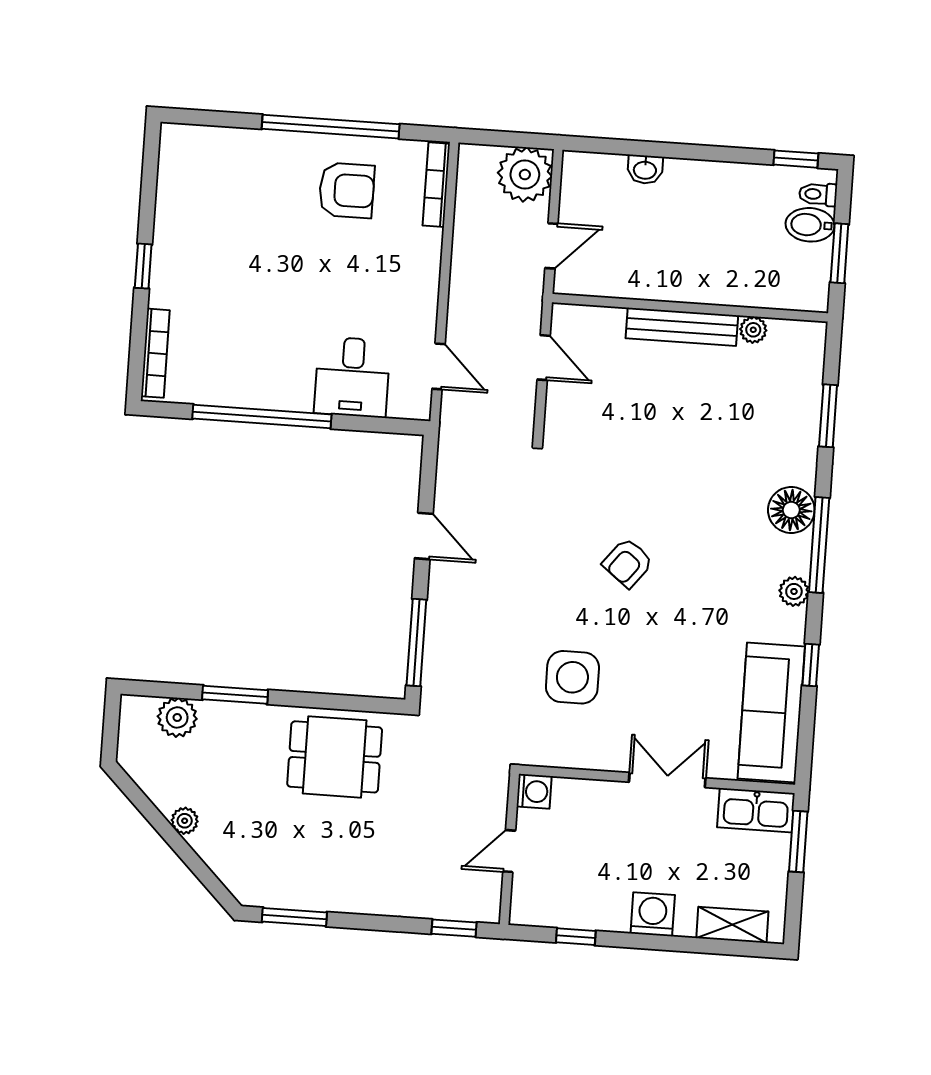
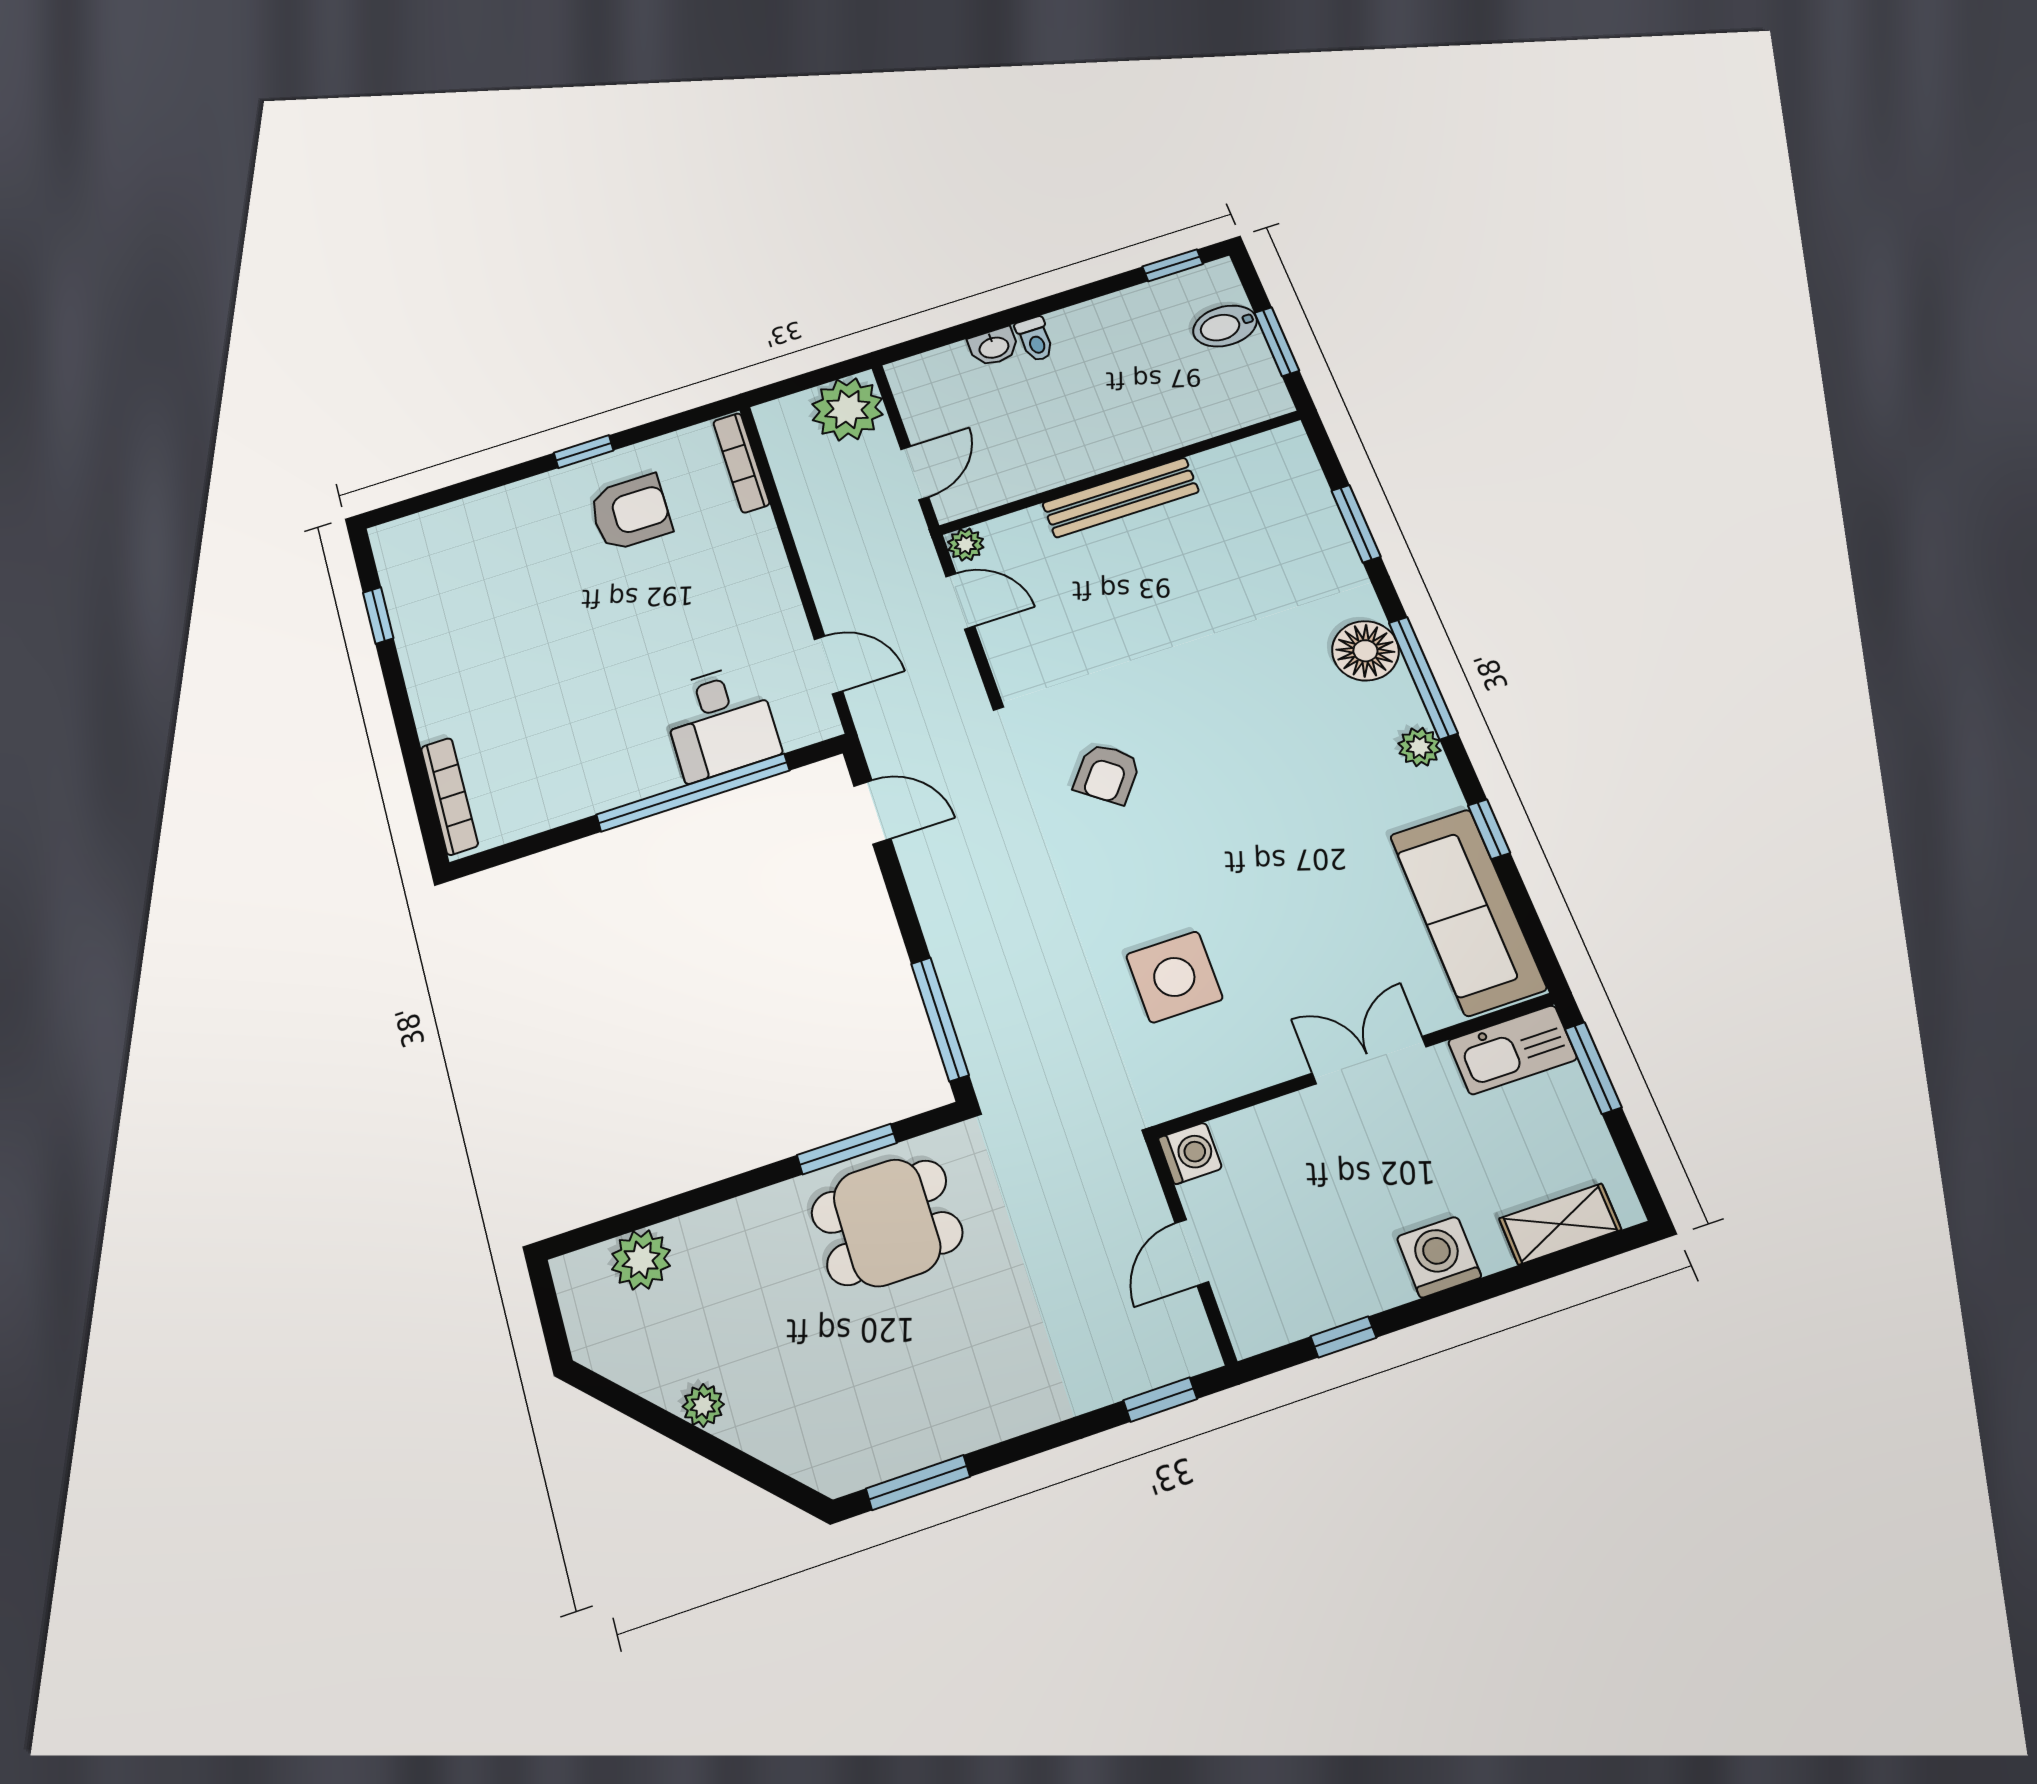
window: (331, 127) -> (584, 452), width x0.32
toilet: (818, 194) -> (1035, 339), moved, turned -90
window: (143, 266) -> (378, 615), moved
plant: (753, 330) -> (966, 545), moved
window: (262, 416) -> (693, 793), moved
door: (424, 536) -> (872, 812), moved
armchair: (628, 563) -> (1107, 774), moved
window: (235, 695) -> (847, 1149), moved

